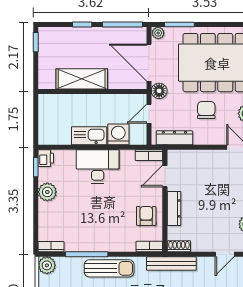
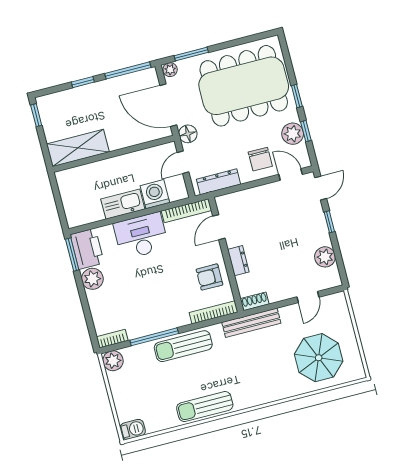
shelving: (82, 79) -> (78, 148), moved
chair: (206, 110) -> (260, 159), moved, turned 180
bookcase: (149, 155) -> (186, 211), width x1.56
printer: (46, 158) -> (87, 249), width x1.87, depth x1.48
window: (36, 167) -> (72, 255), width x1.50
dresser: (174, 208) -> (238, 261), width x0.70
armchair: (146, 216) -> (209, 277), turned -90
bookcase: (149, 246) -> (213, 312), width x1.56
sun lounger: (109, 268) -> (183, 346), turned 180

